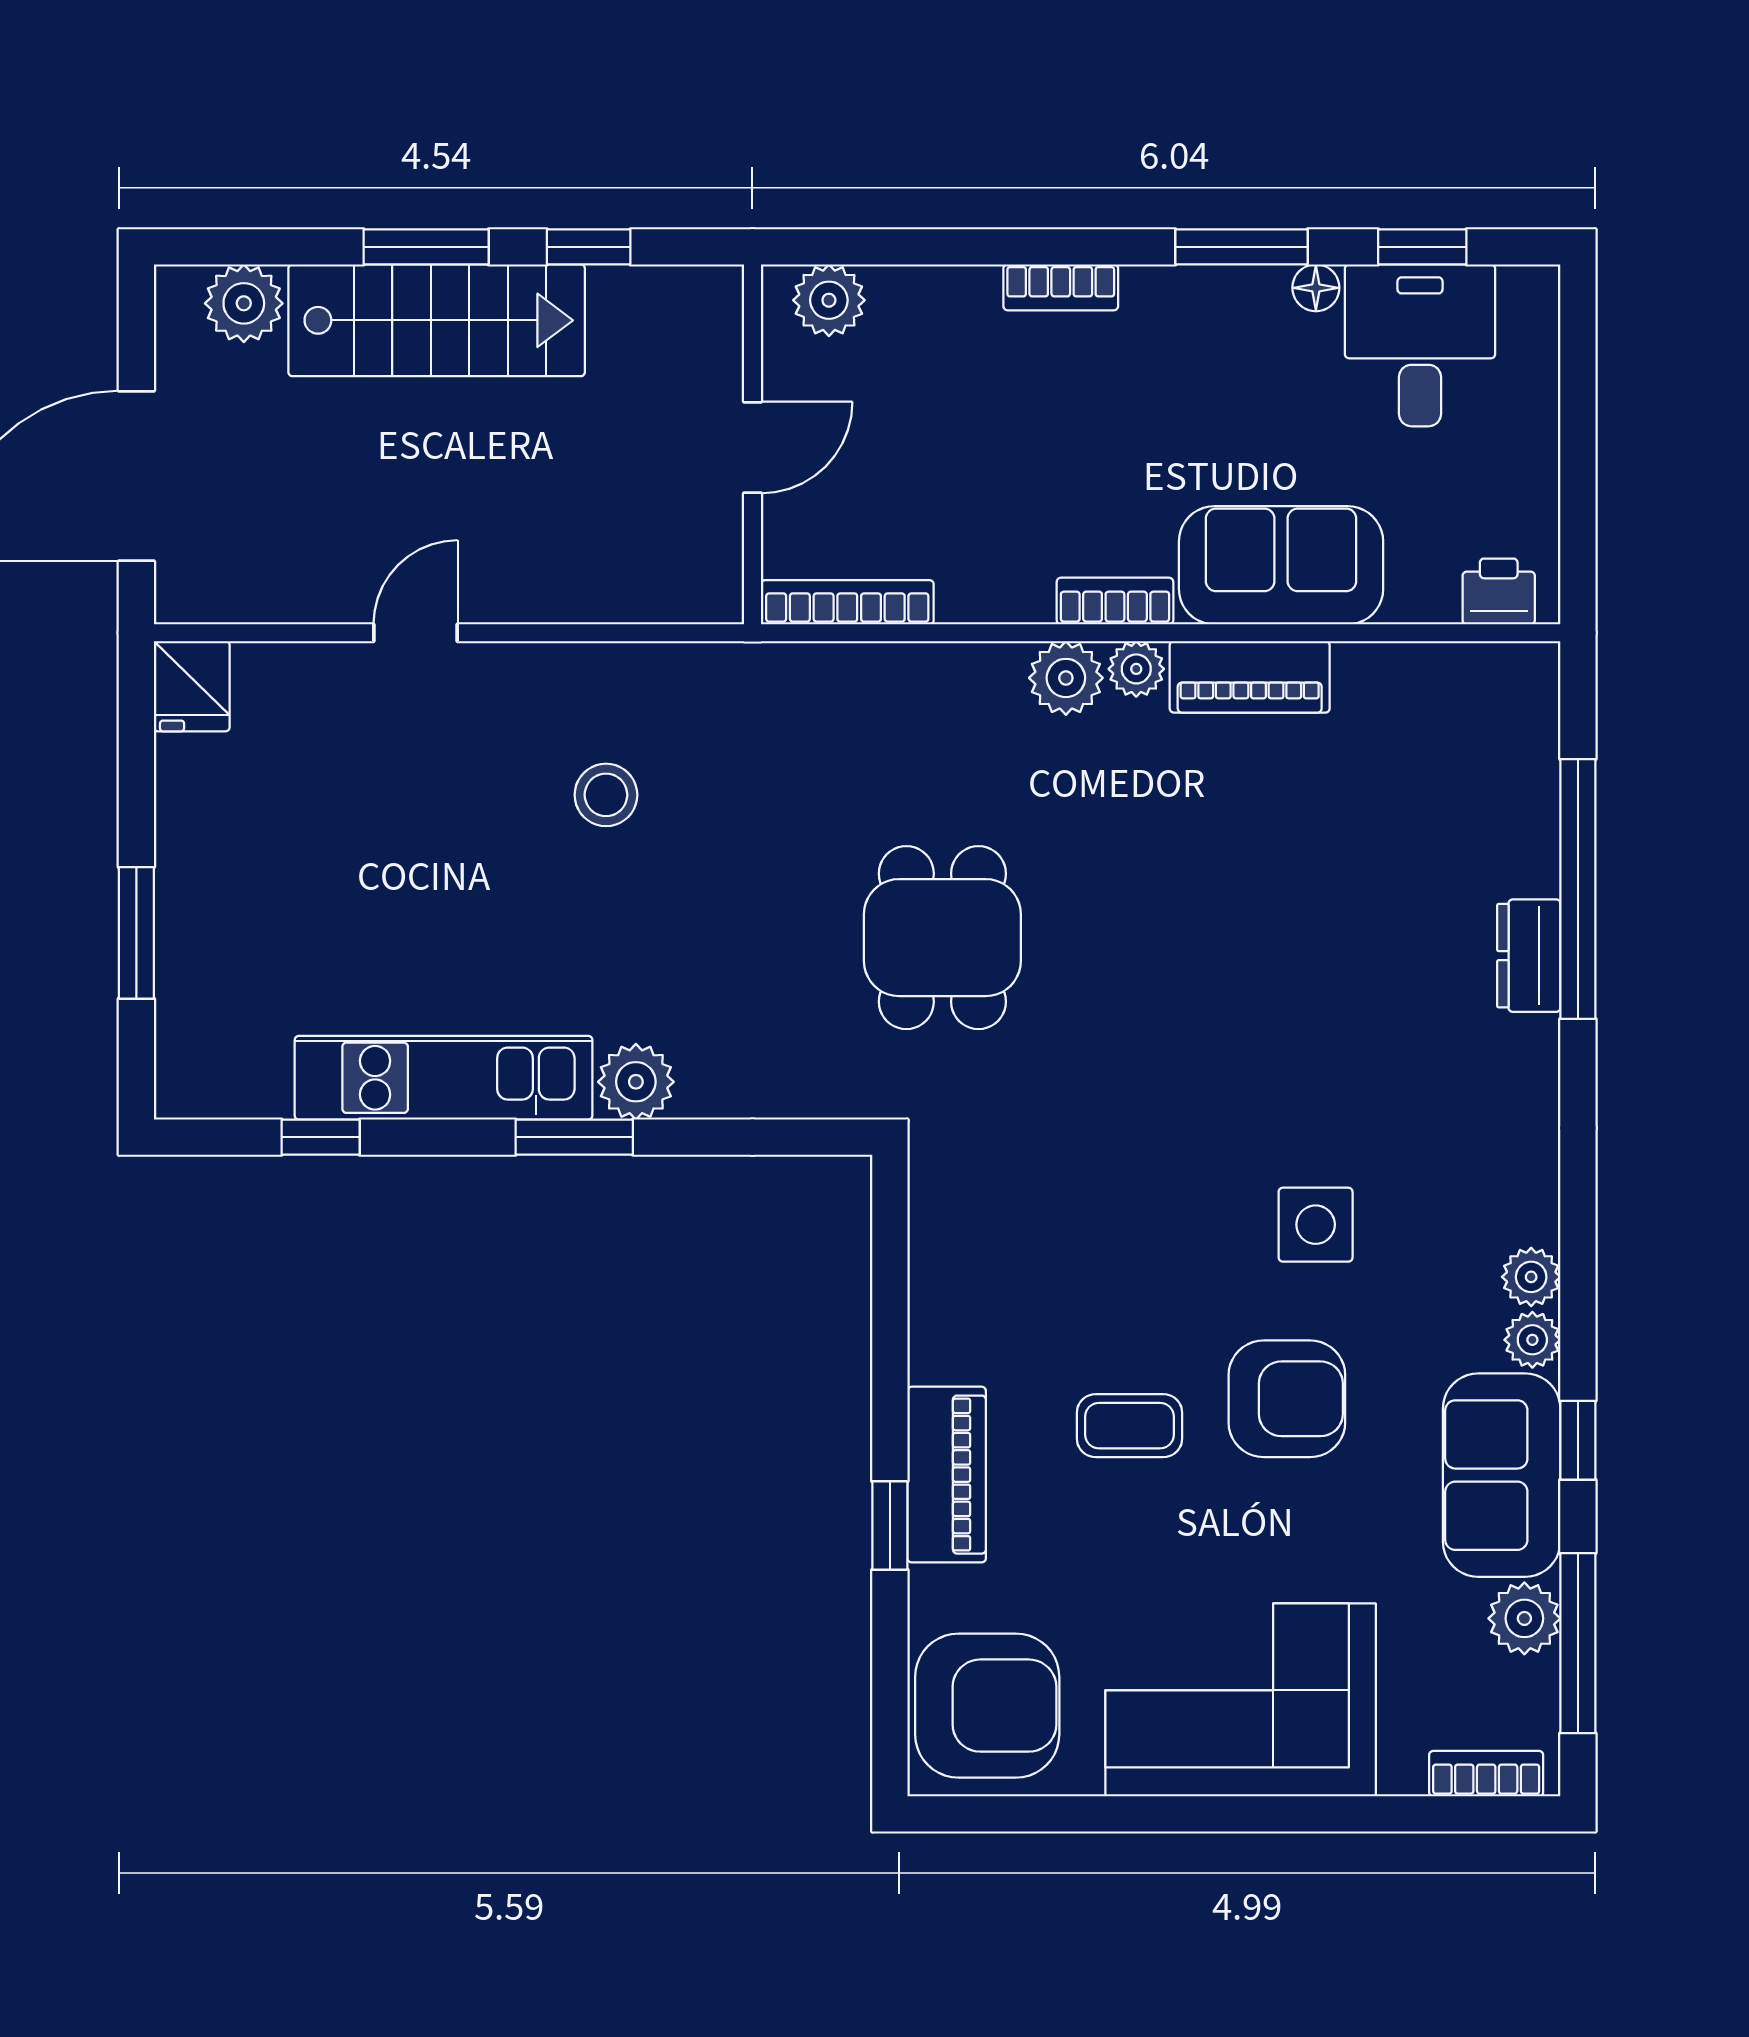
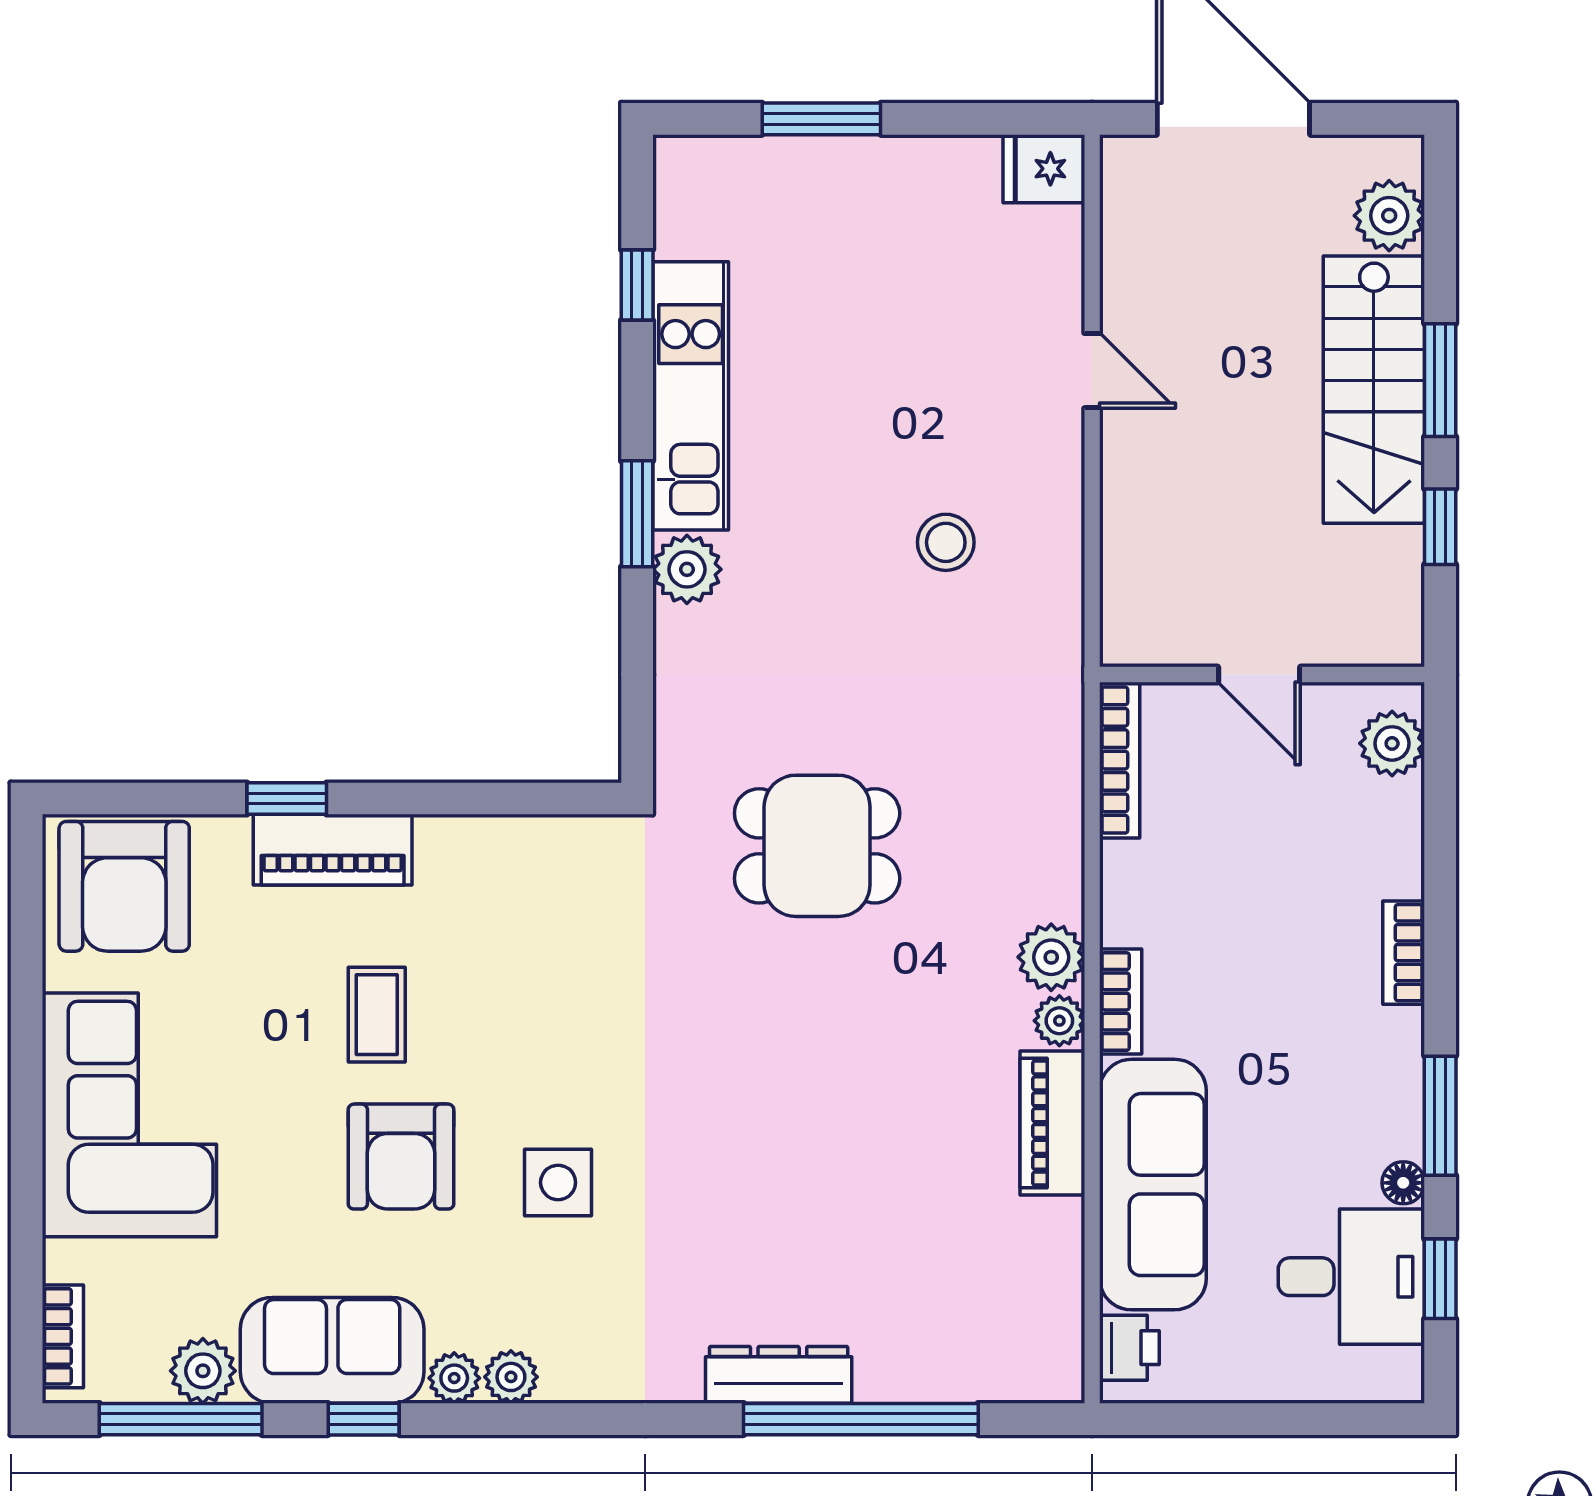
sofa: (1281, 565) -> (1153, 1185), width x1.36
dresser: (1529, 956) -> (779, 1375), width x1.44

